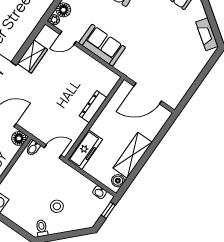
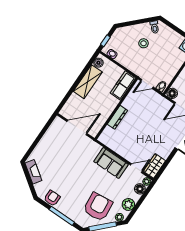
wardrobe: (32, 57) -> (154, 166), moved

